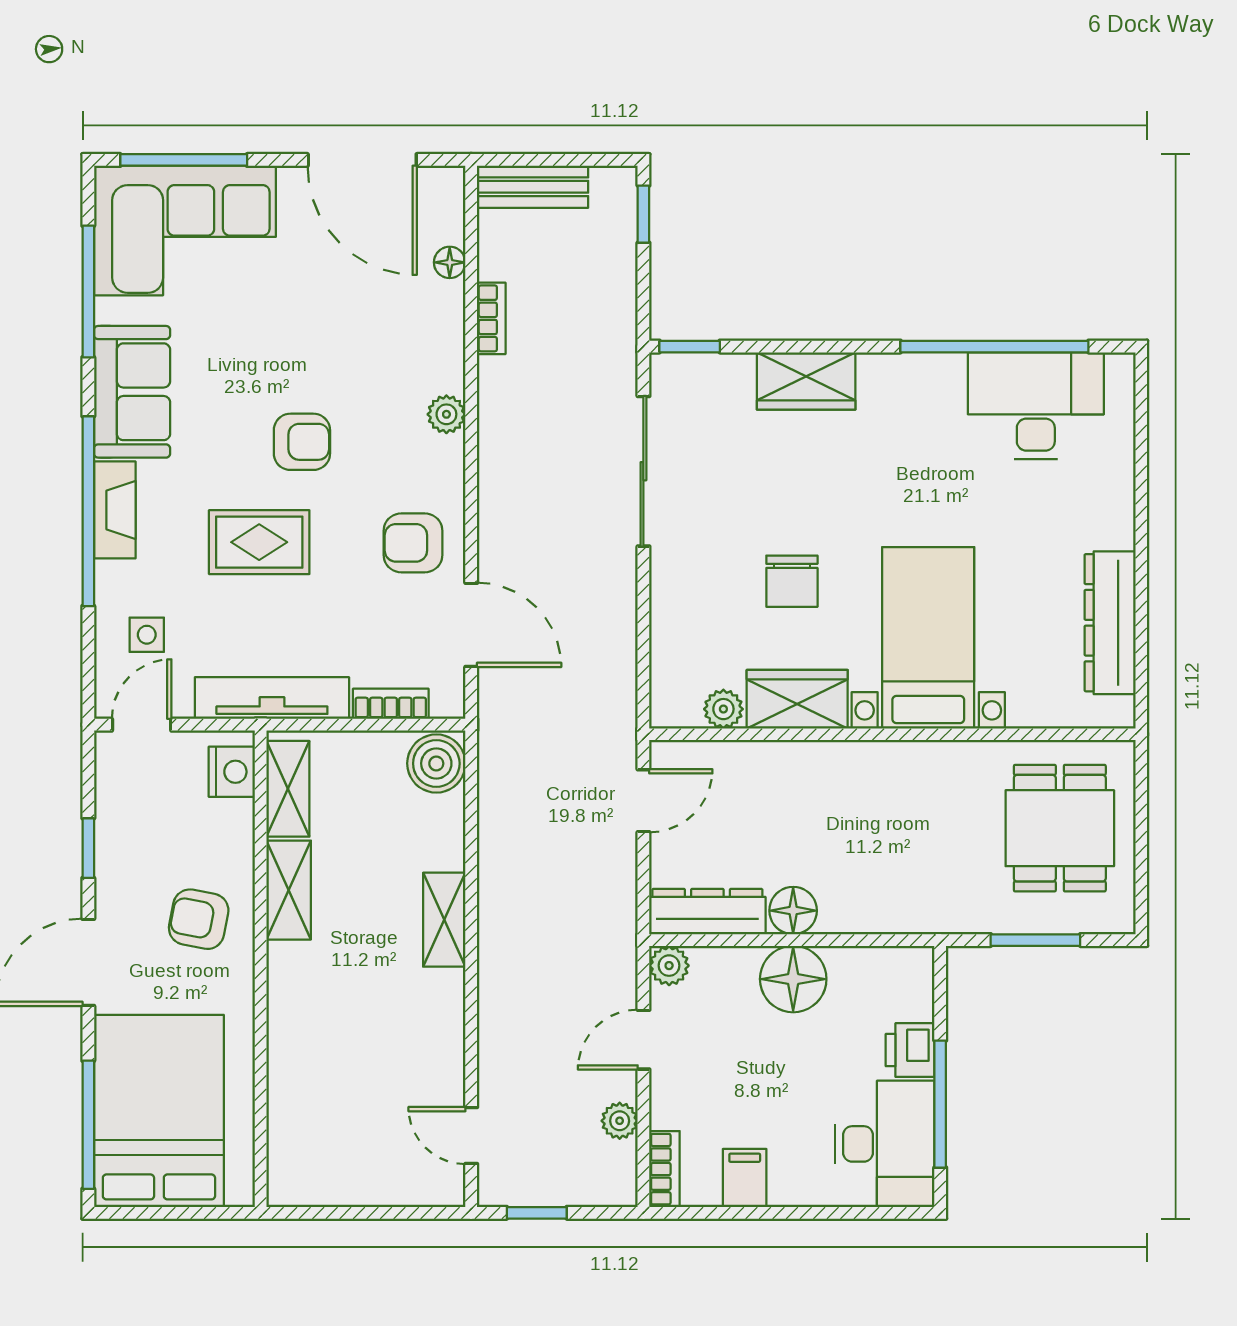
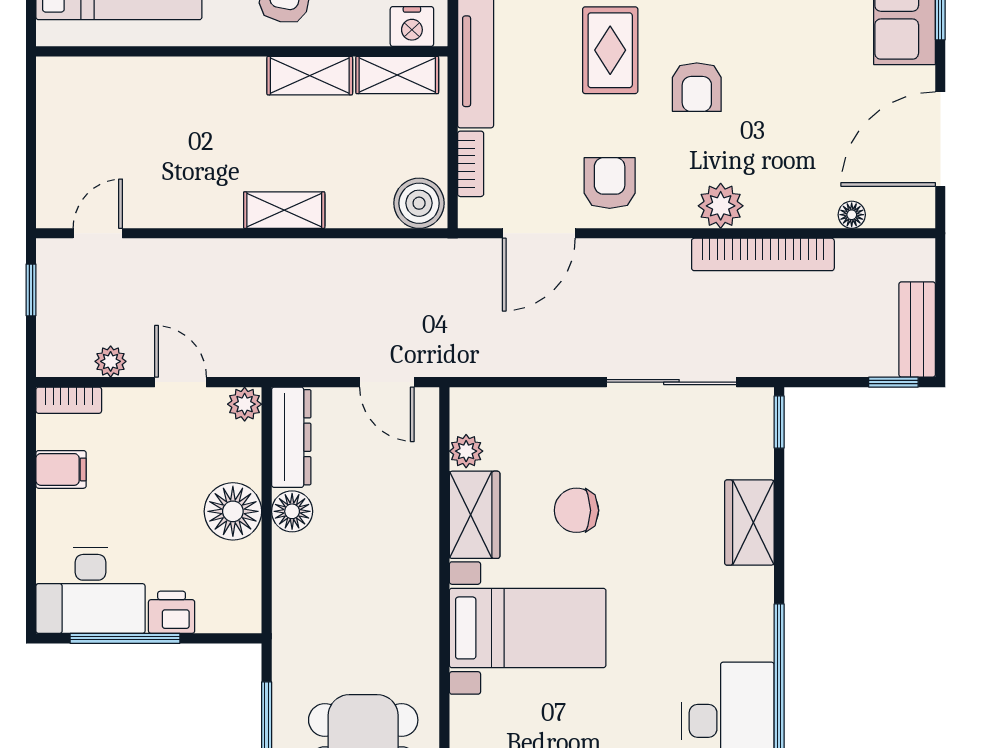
bench: (533, 187) -> (917, 329), moved
bookcase: (491, 318) -> (763, 254), width x2.31, depth x1.31
plant: (446, 414) -> (721, 206), width x1.38, depth x1.38

